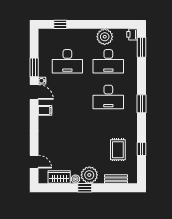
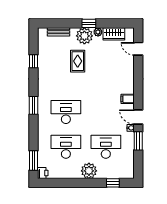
plant: (105, 37) -> (89, 171), moved
rug: (118, 150) -> (78, 61), moved

